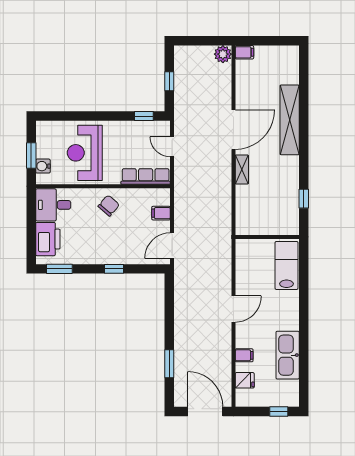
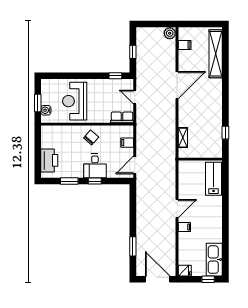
filing cabinet: (244, 52) -> (185, 45), moved
shelving: (290, 120) -> (216, 54), moved
shelving: (242, 169) -> (183, 138), moved
row of seats: (146, 176) -> (122, 117), width x0.68
desk: (53, 205) -> (95, 166), moved, turned -90
window: (59, 269) -> (69, 181), moved
filing cabinet: (244, 355) -> (184, 227), moved
kitchen sink: (288, 355) -> (214, 260), moved
fridge: (245, 380) -> (185, 271), moved

